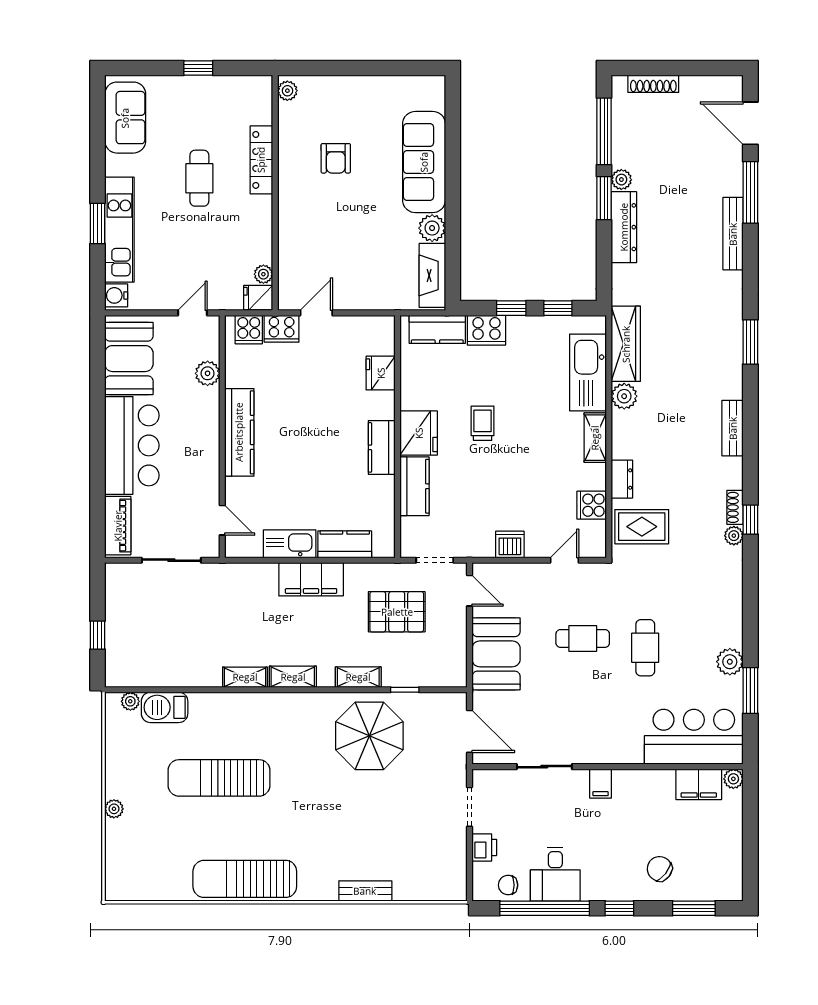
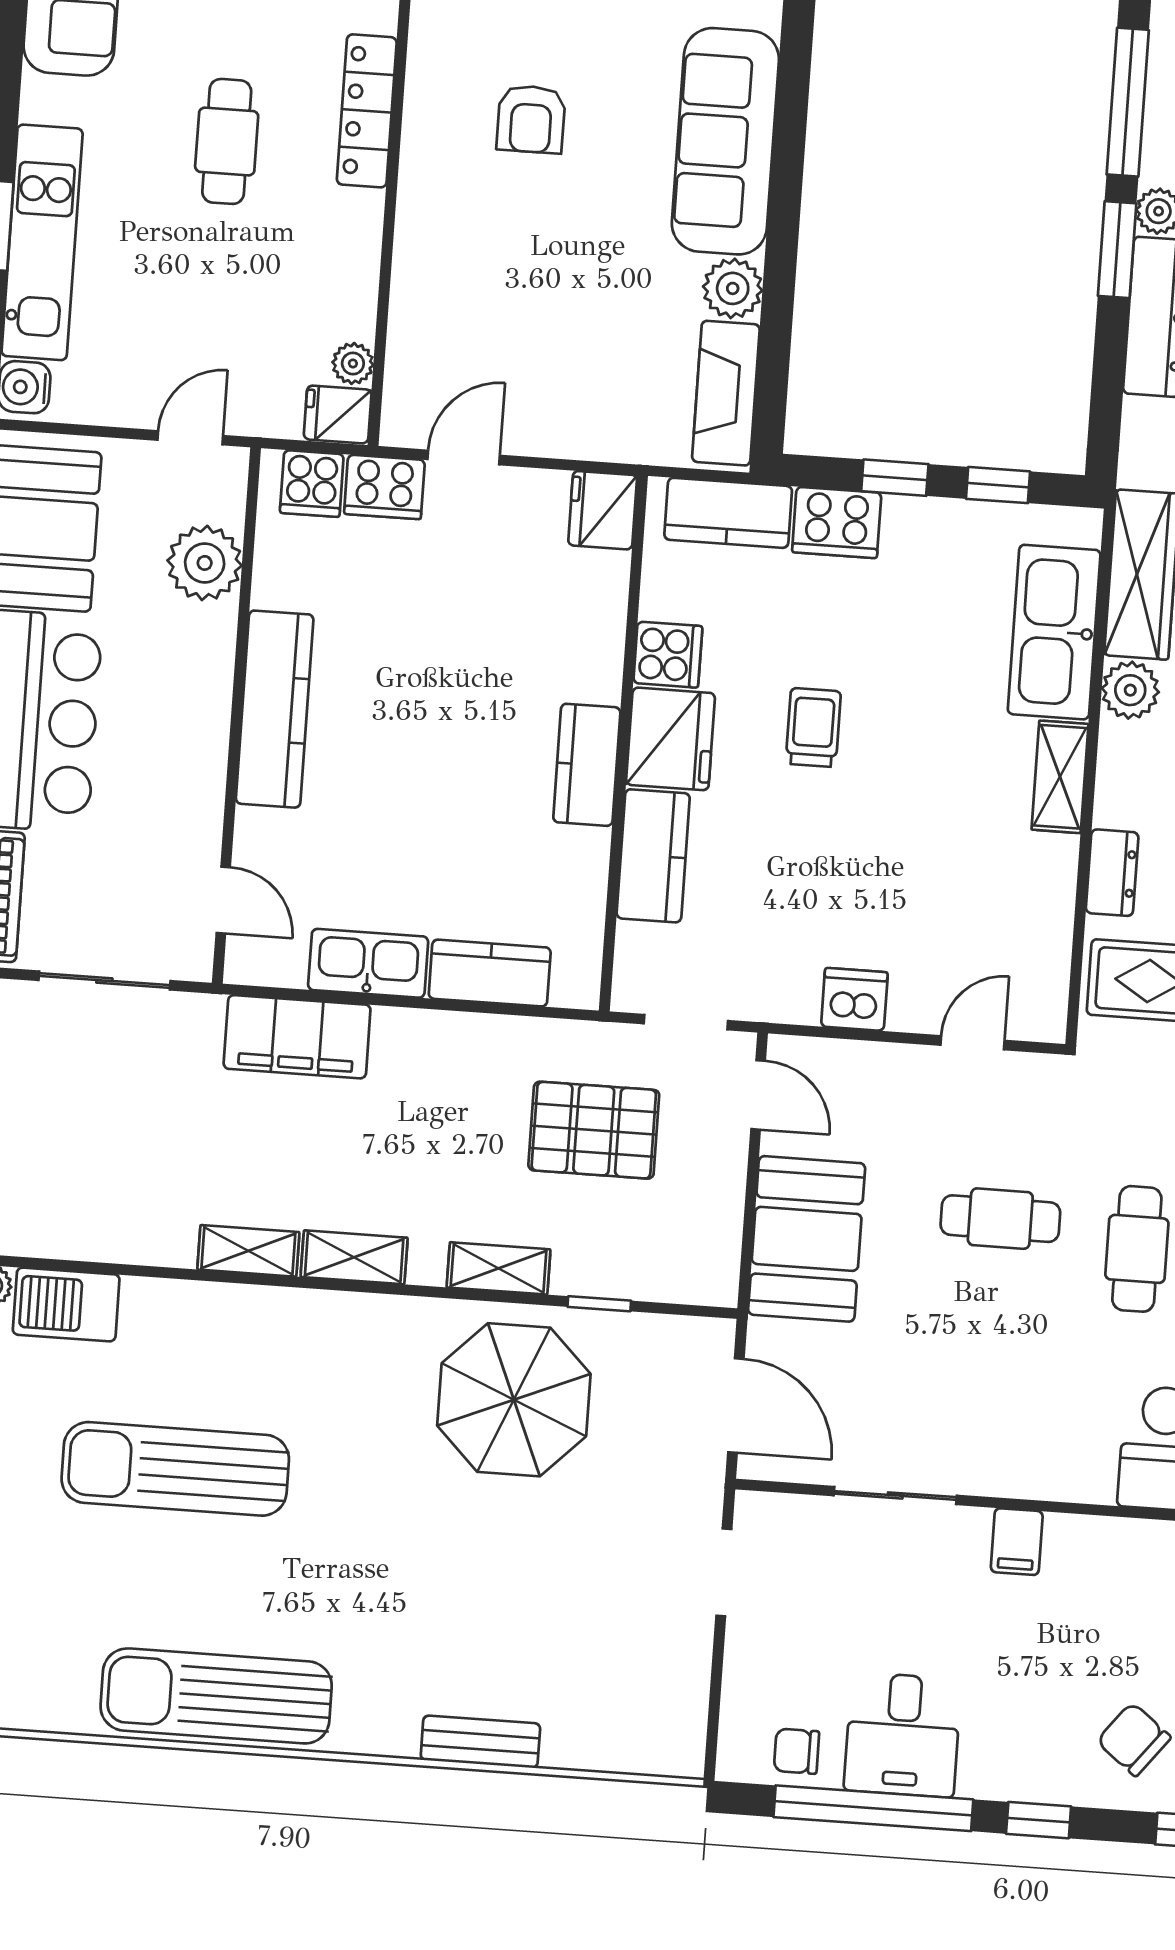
plant: (208, 373) -> (205, 563), width x1.36, depth x1.36
fridge: (381, 373) -> (603, 510), moved
cooker: (592, 505) -> (668, 655), moved, turned 180
filing cabinet: (311, 579) -> (297, 1037), moved
printer: (484, 847) -> (750, 1664), removed

